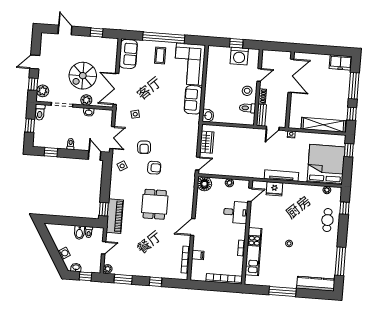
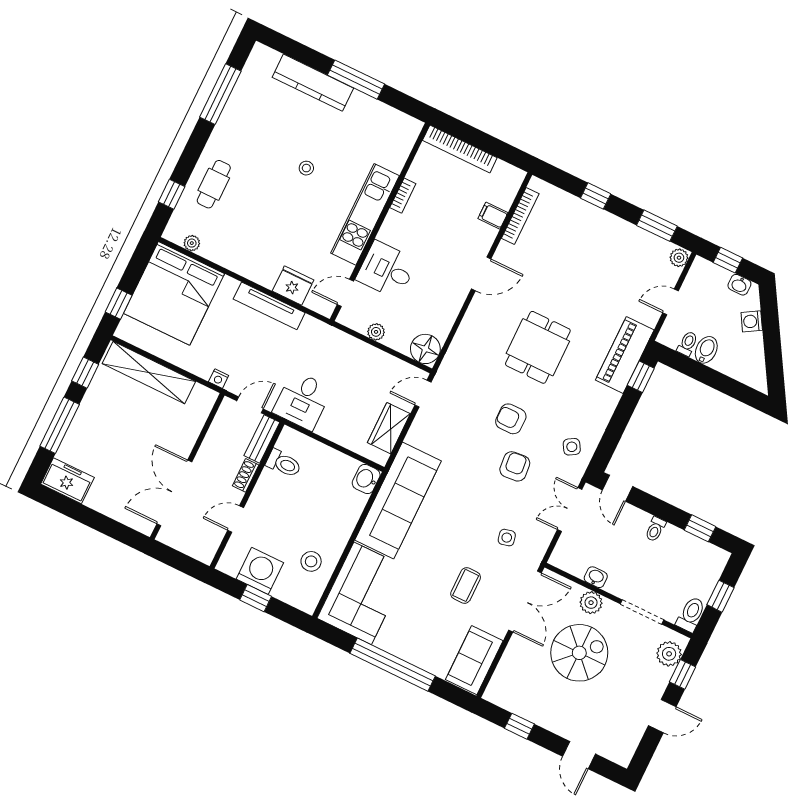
coffee table: (160, 55) -> (466, 585), moved
stool: (247, 91) -> (311, 561), moved
sofa: (193, 100) -> (398, 501), width x1.85, depth x1.27
desk: (250, 139) -> (302, 400), added
kitchen unit: (253, 252) -> (365, 214), moved
kitchen counter: (316, 284) -> (313, 83), moved

